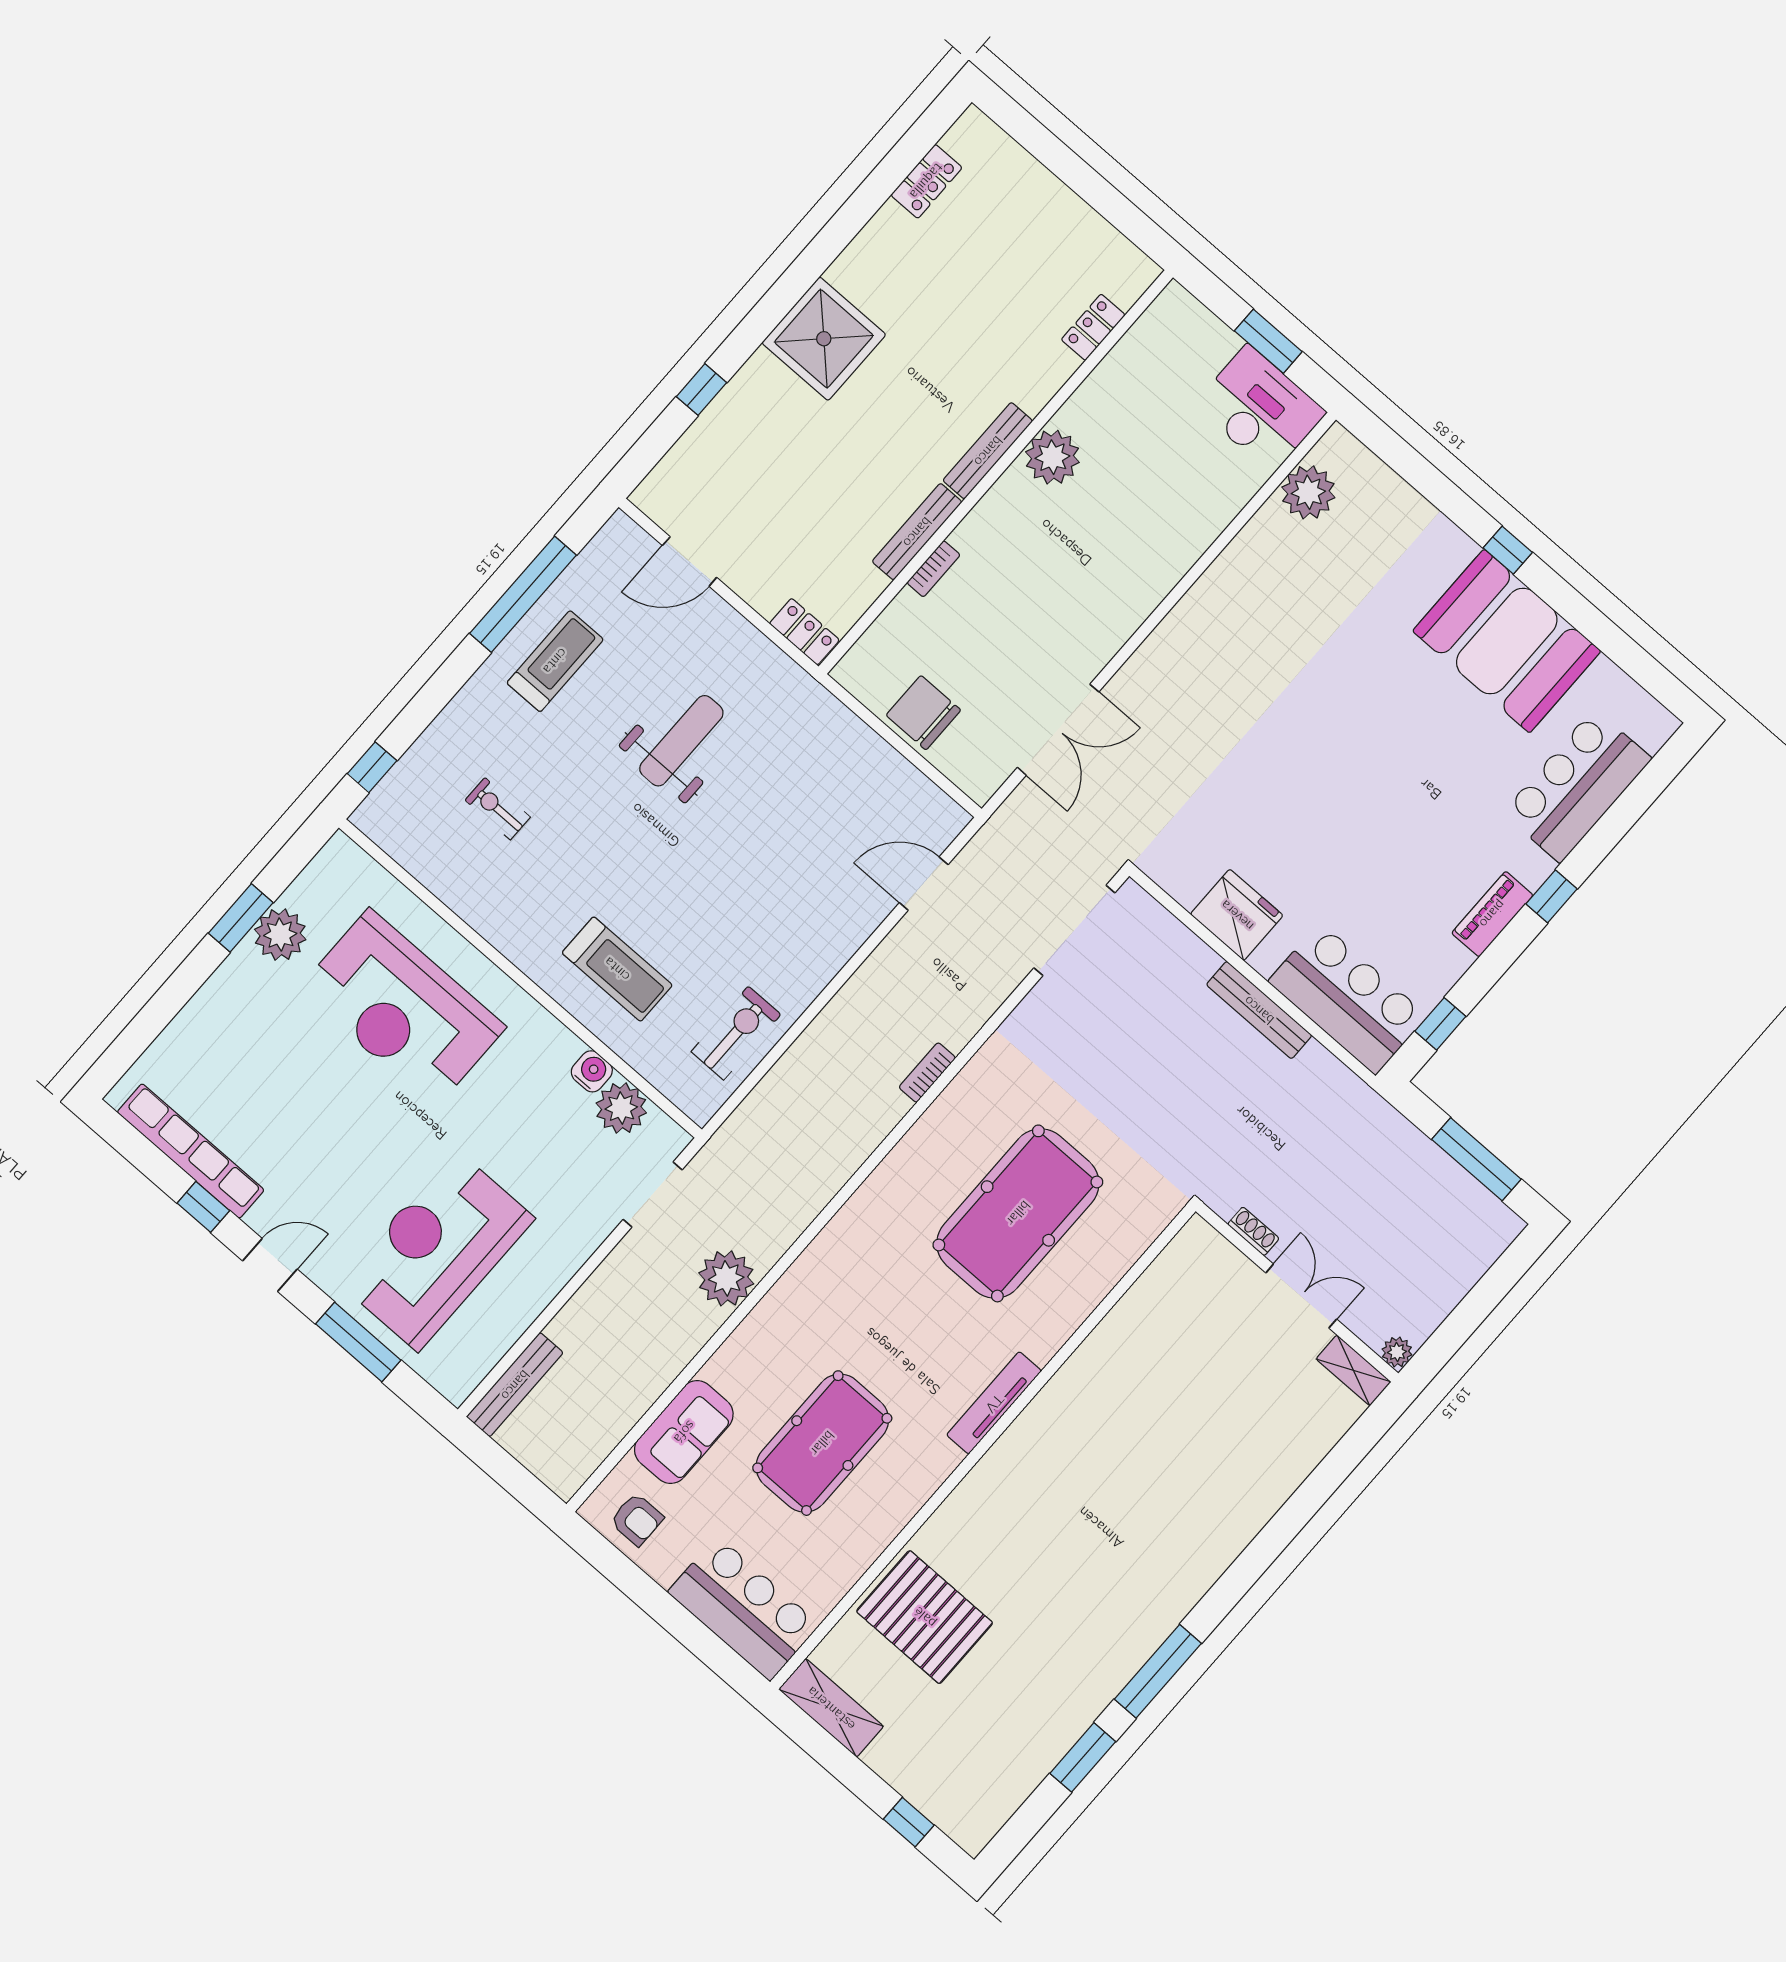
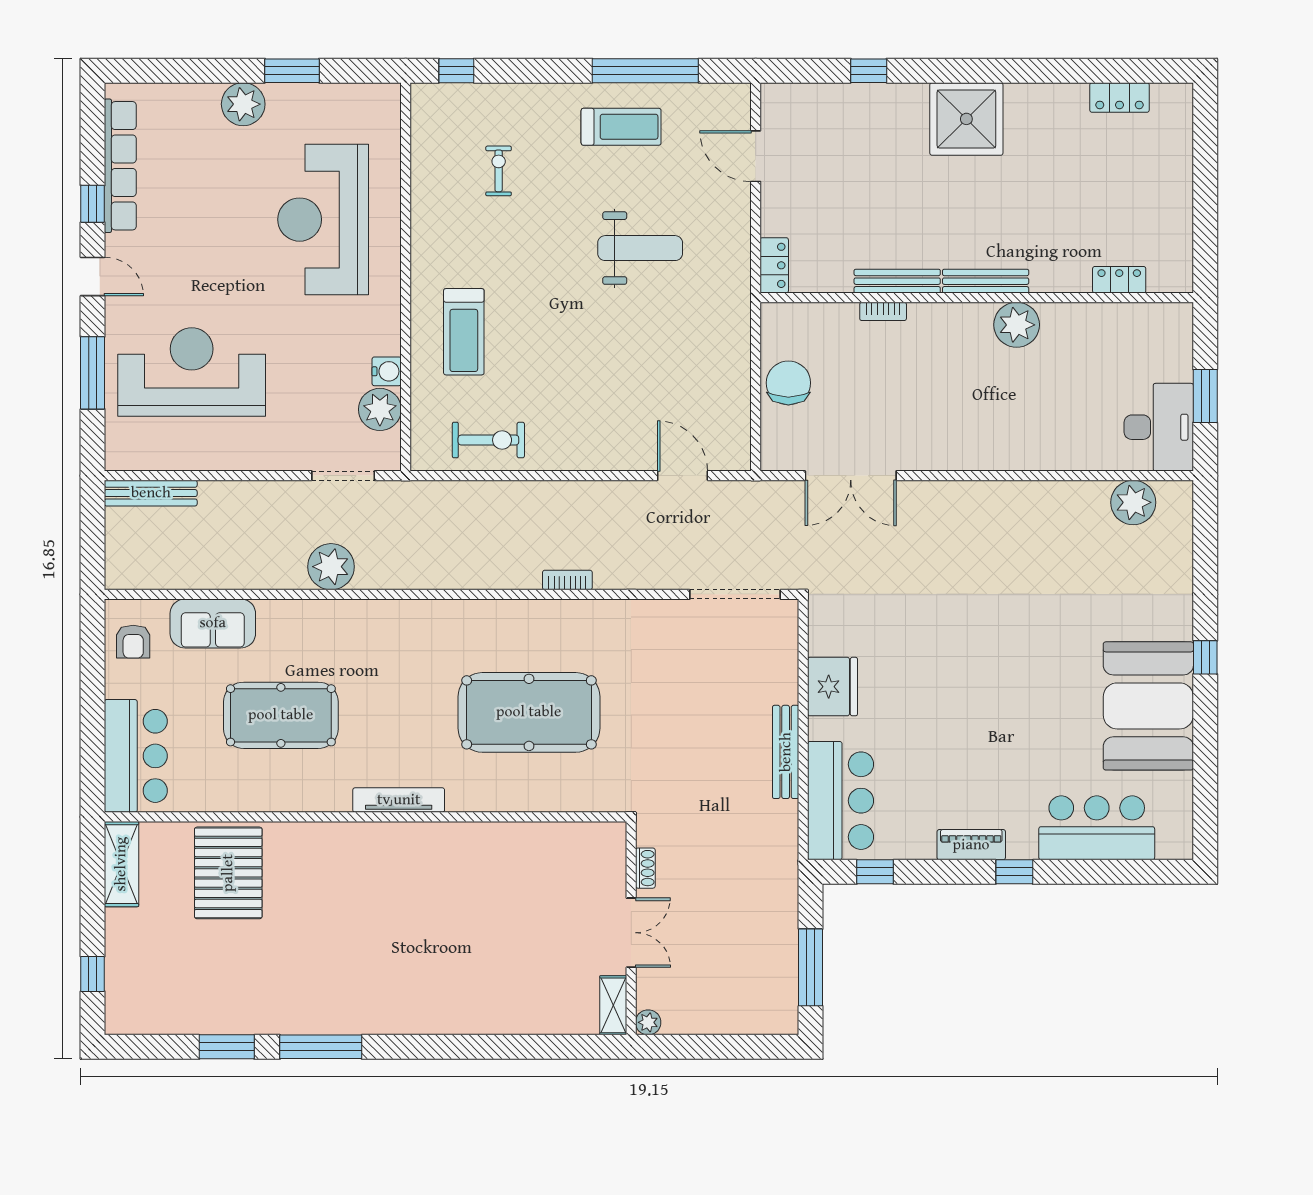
plant: (280, 935) -> (243, 104), moved

